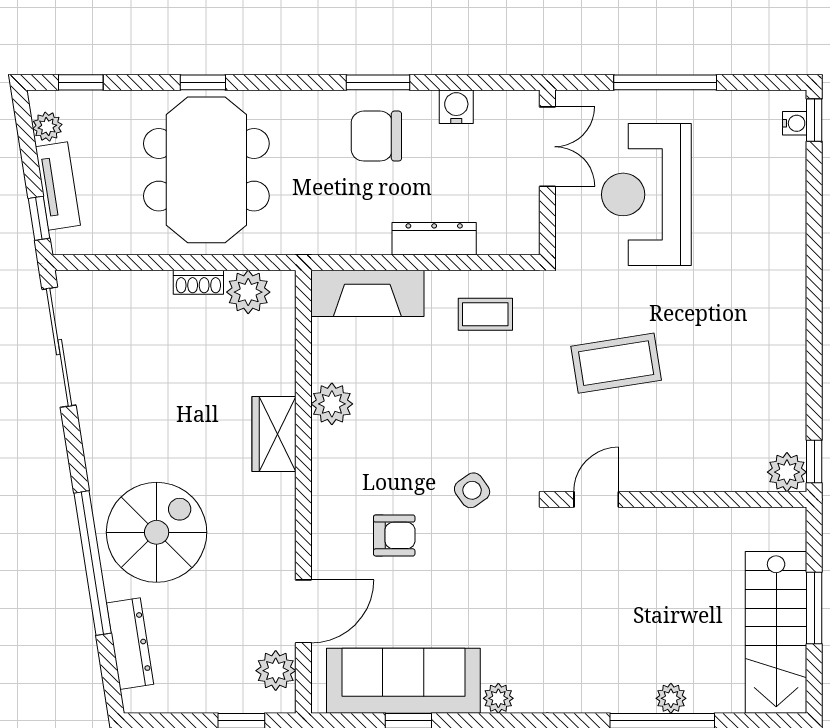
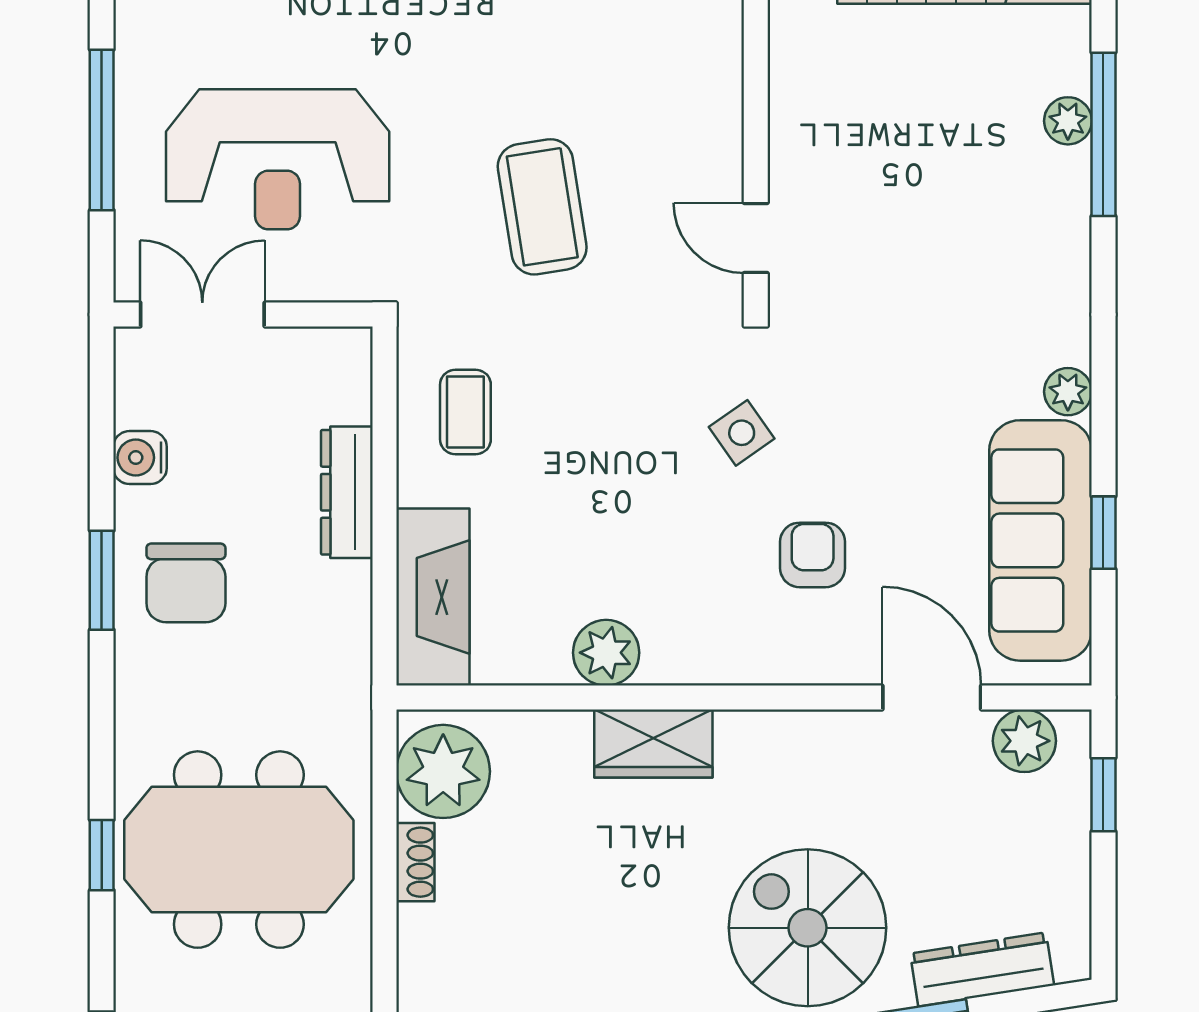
plant: (248, 292) -> (443, 771), width x1.36, depth x1.36

